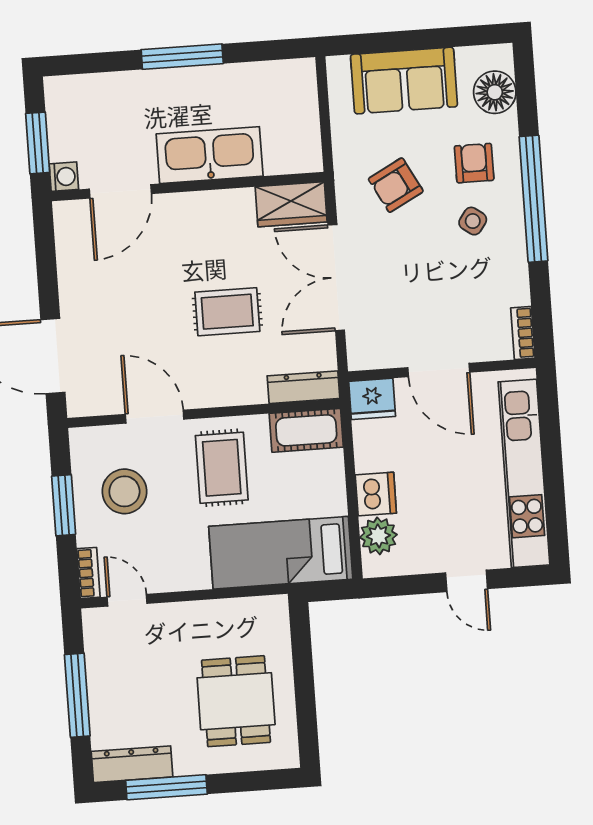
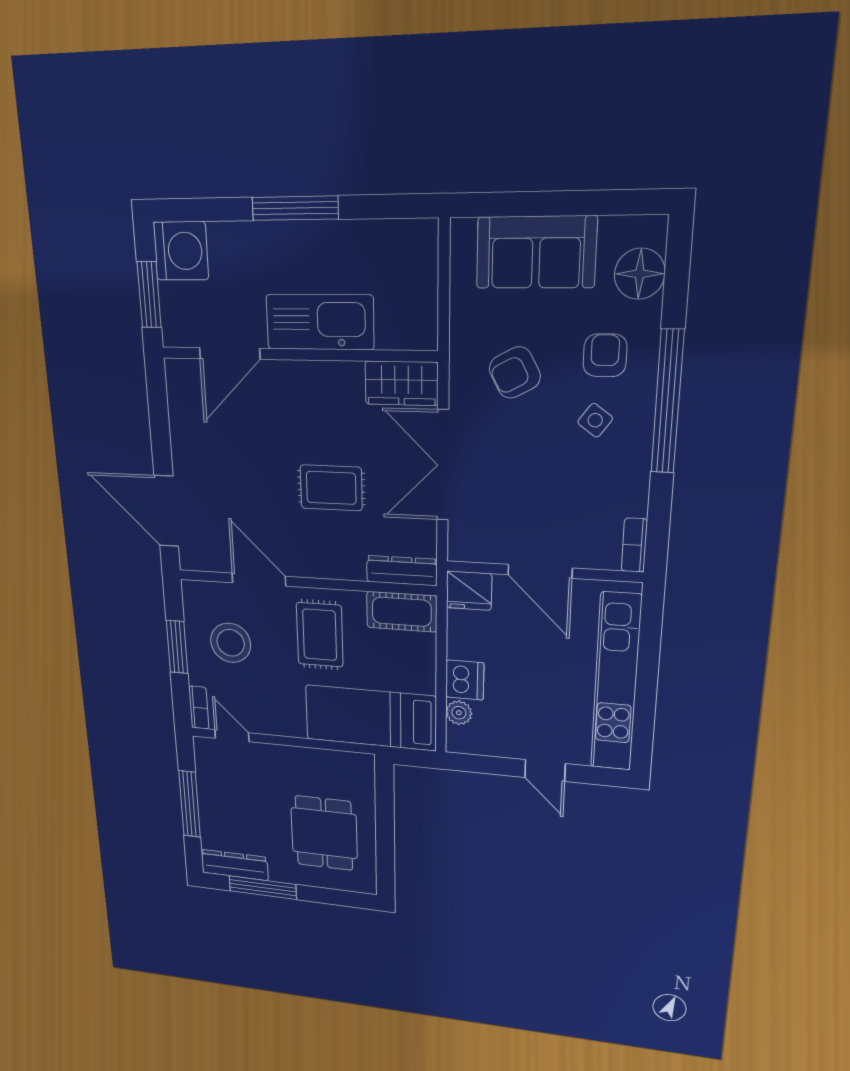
washing machine: (64, 177) -> (181, 251), moved, width x1.89, depth x1.89
plant: (378, 536) -> (459, 713), width x0.73, depth x0.73

